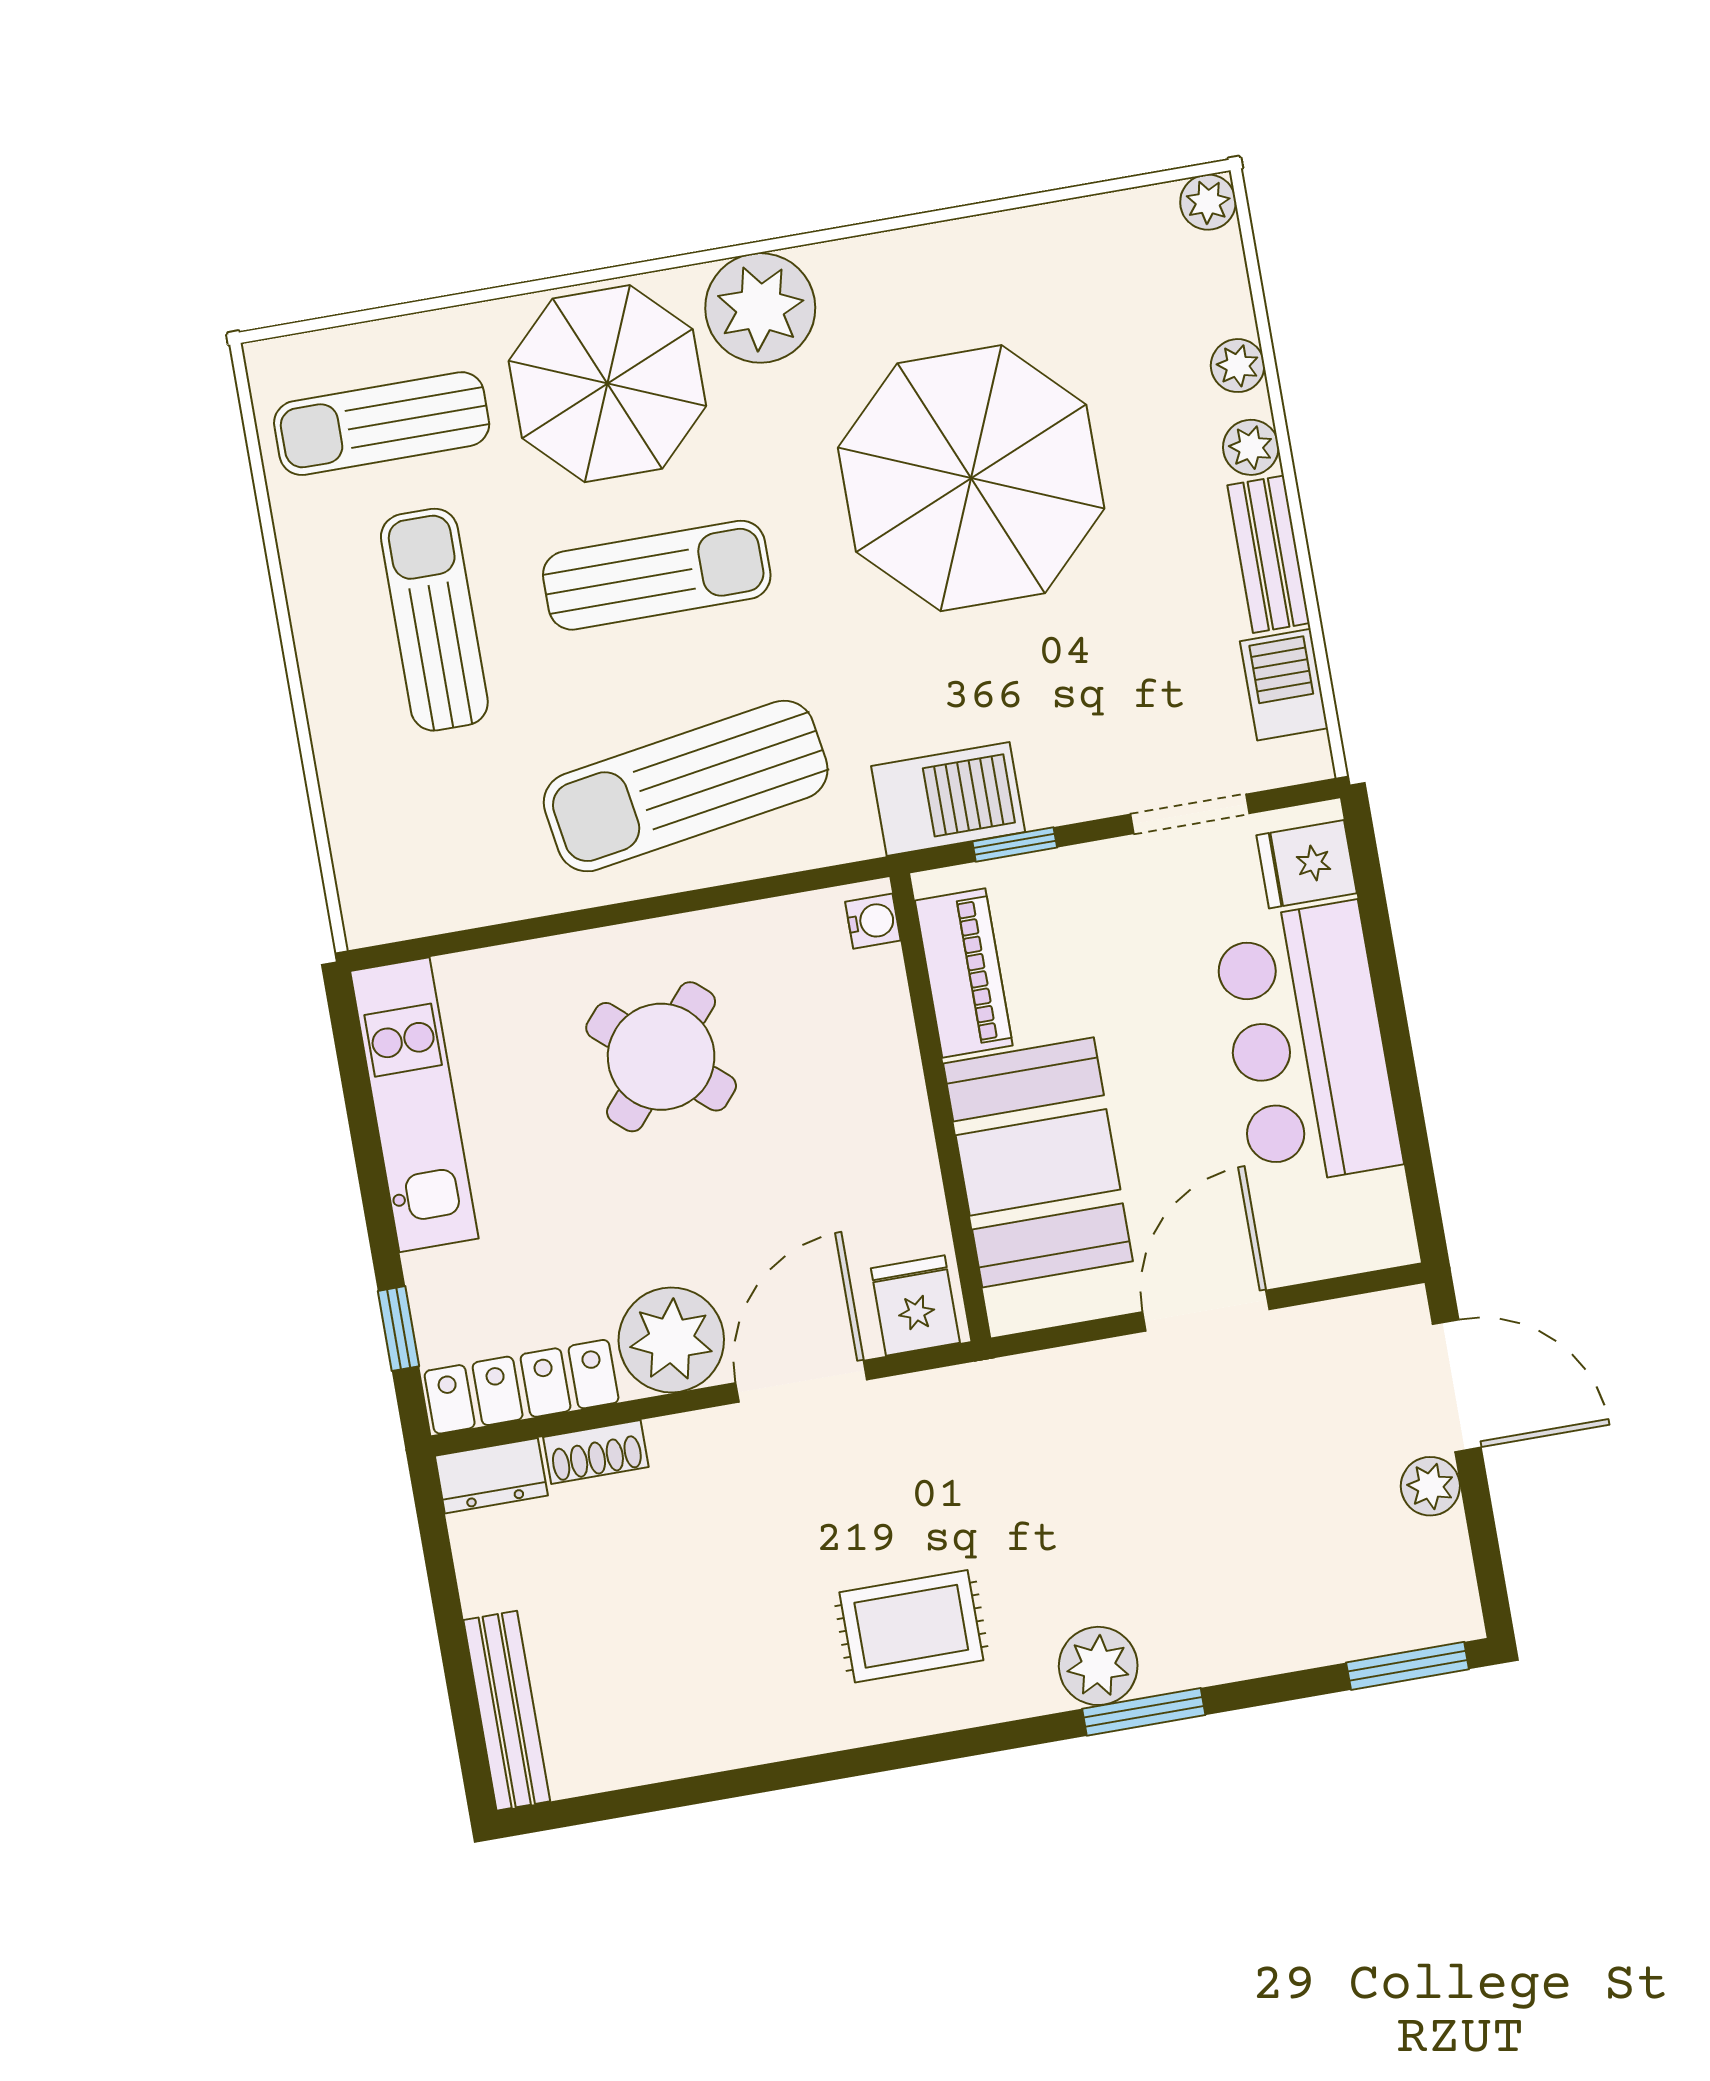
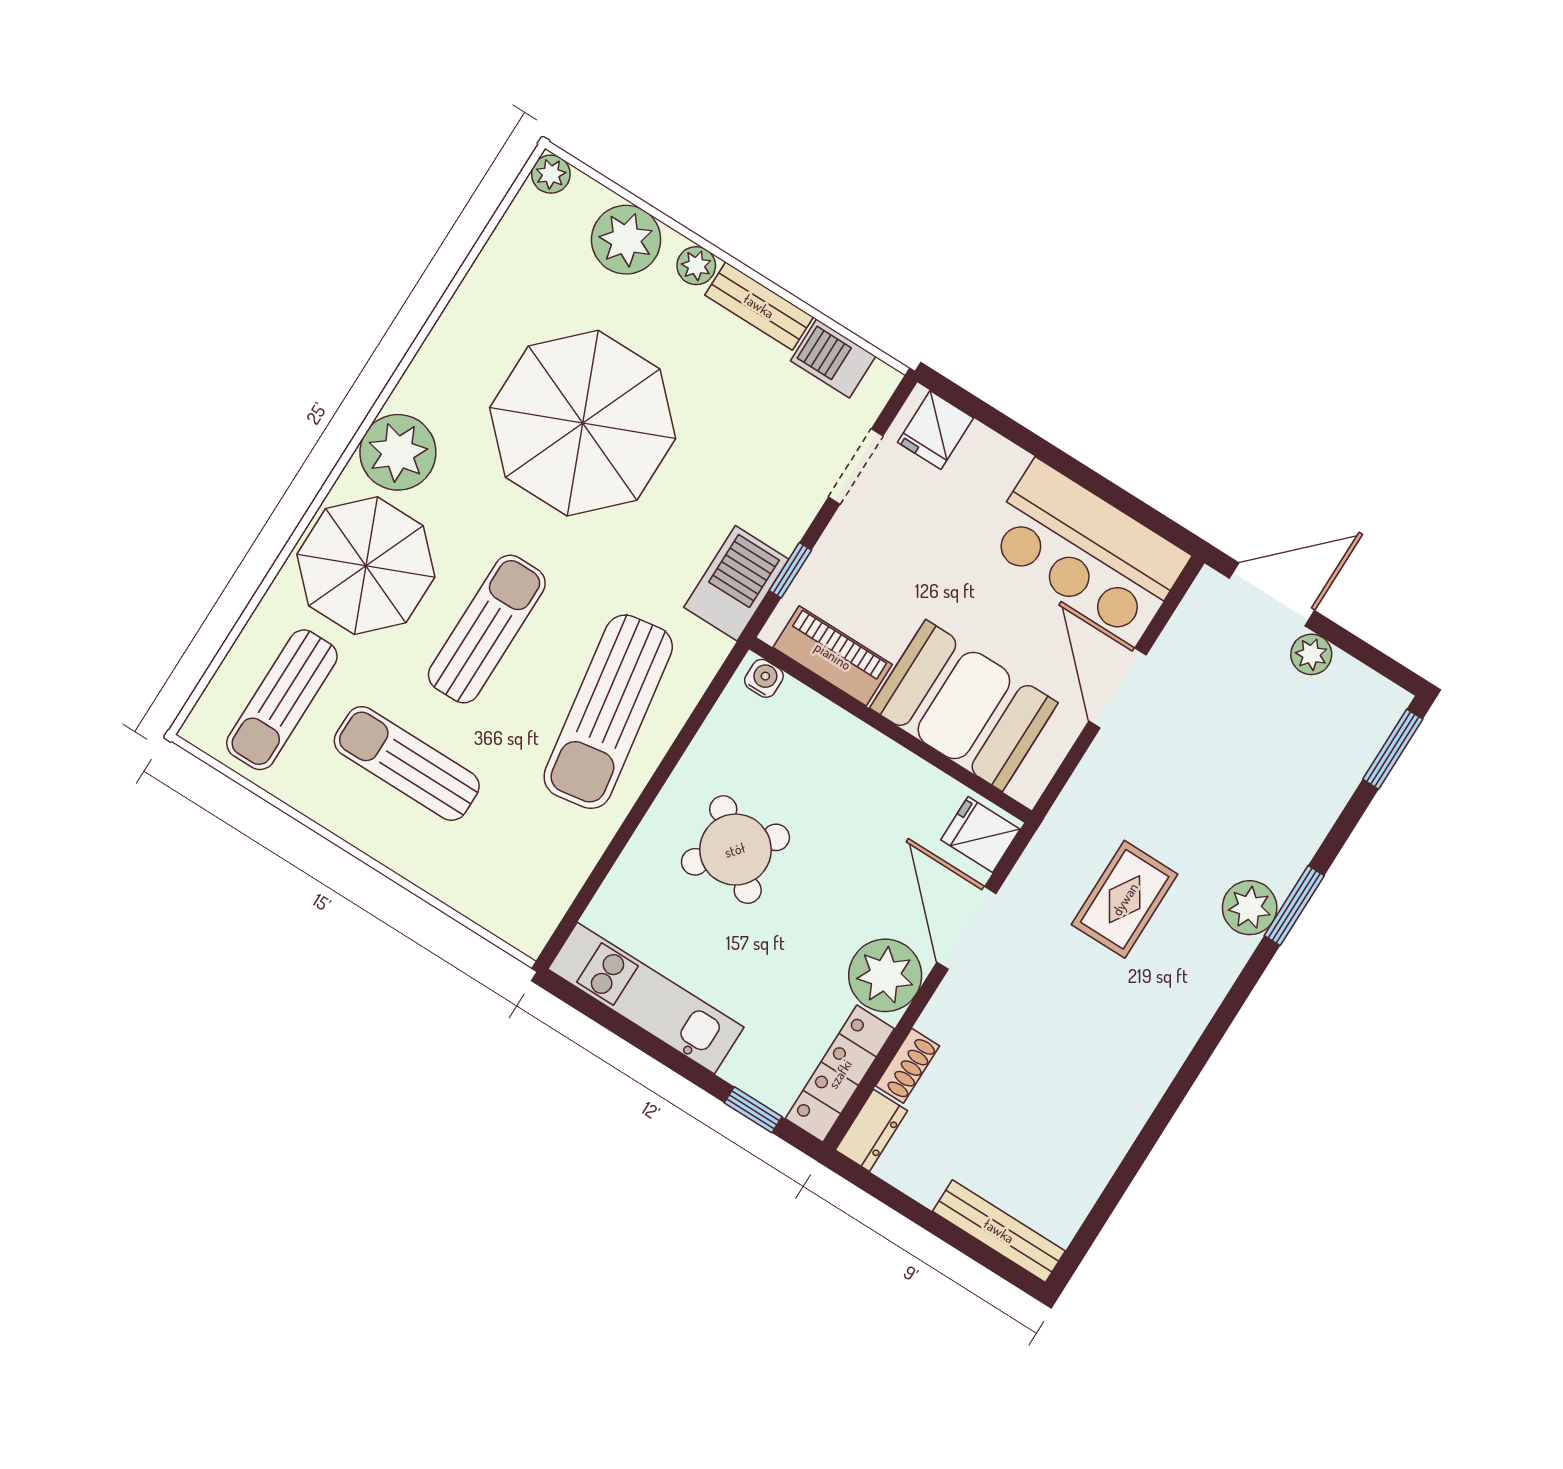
plant: (1238, 366) -> (626, 240), width x1.87, depth x1.87
bar counter: (1307, 1044) -> (1086, 550), moved
rug: (911, 1626) -> (1125, 899), moved

